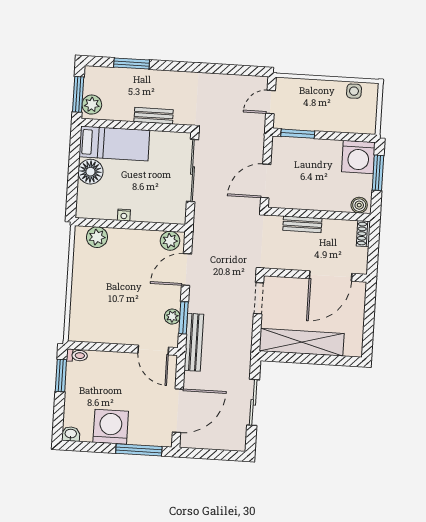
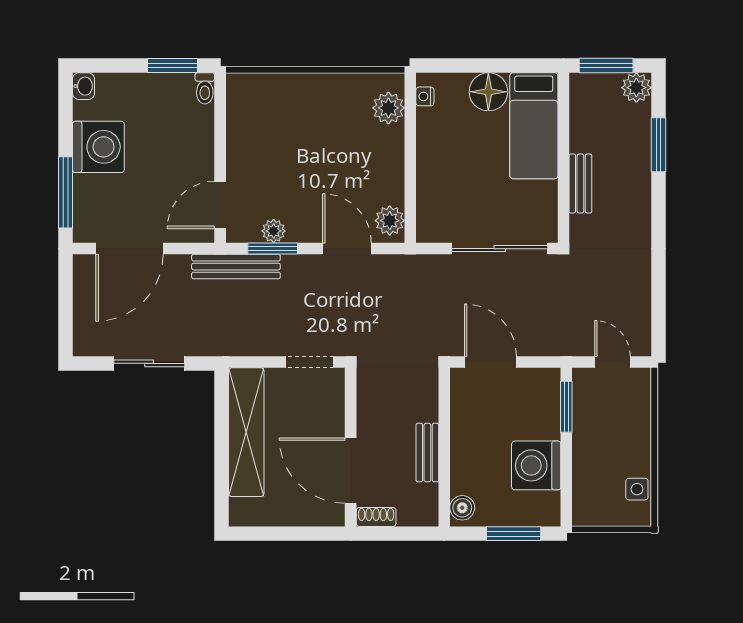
plant: (92, 105) -> (636, 88), moved
washing machine: (358, 157) -> (536, 465), moved
nightstand: (124, 215) -> (425, 96), moved
bench: (302, 224) -> (427, 452), moved
shoe rack: (363, 234) -> (376, 517), moved
door: (178, 411) -> (129, 249), hinge flipped

